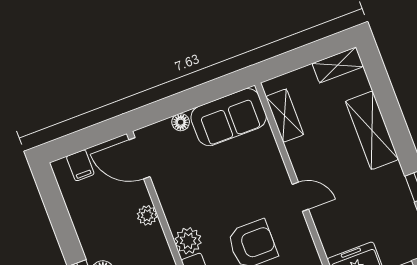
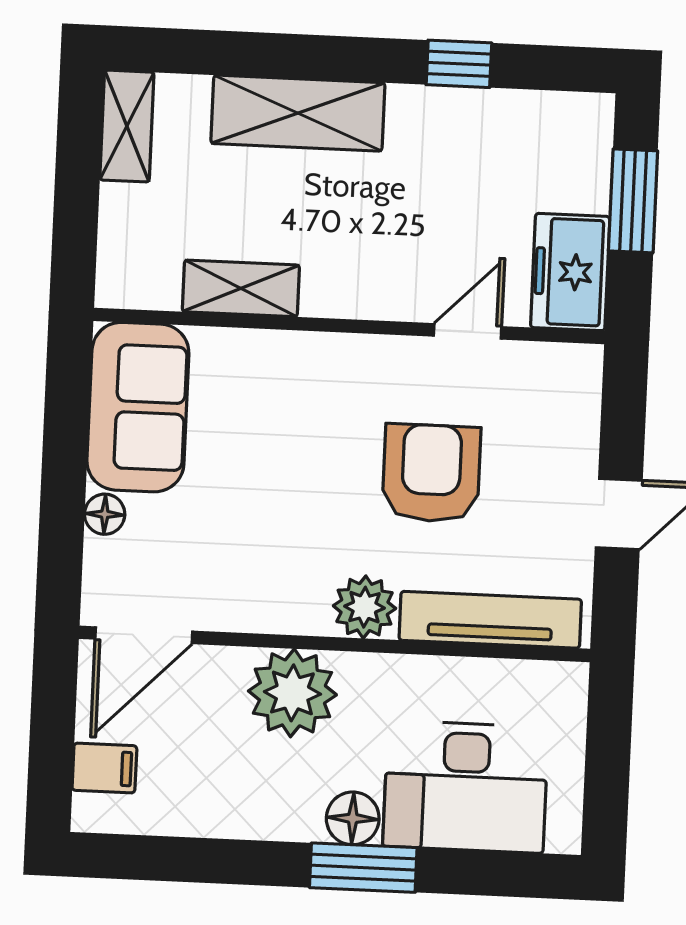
shelving: (285, 116) -> (241, 288), moved
door: (300, 197) -> (468, 331), moved
plant: (147, 215) -> (292, 693), width x1.88, depth x1.88

